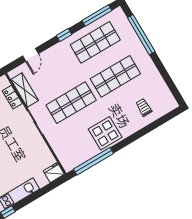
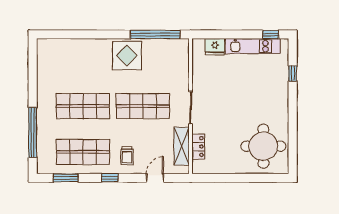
window: (97, 15) -> (65, 178), width x0.69
trolley: (144, 107) -> (127, 156), moved
fridge: (54, 173) -> (215, 47), moved

